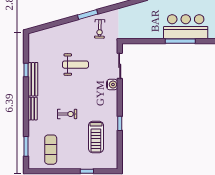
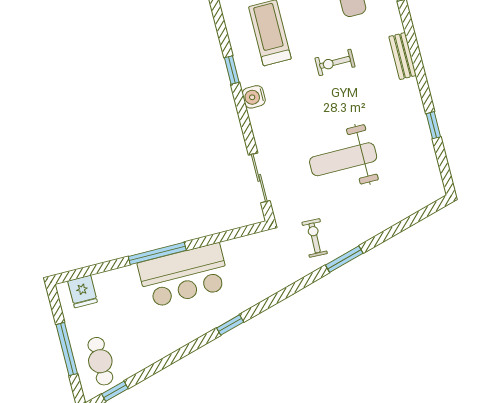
bar counter: (186, 27) -> (184, 275), moved
weight bench: (75, 65) -> (343, 159), width x1.36, depth x1.33
bench: (33, 79) -> (416, 111), removed
water cooler: (112, 85) -> (254, 97), moved

